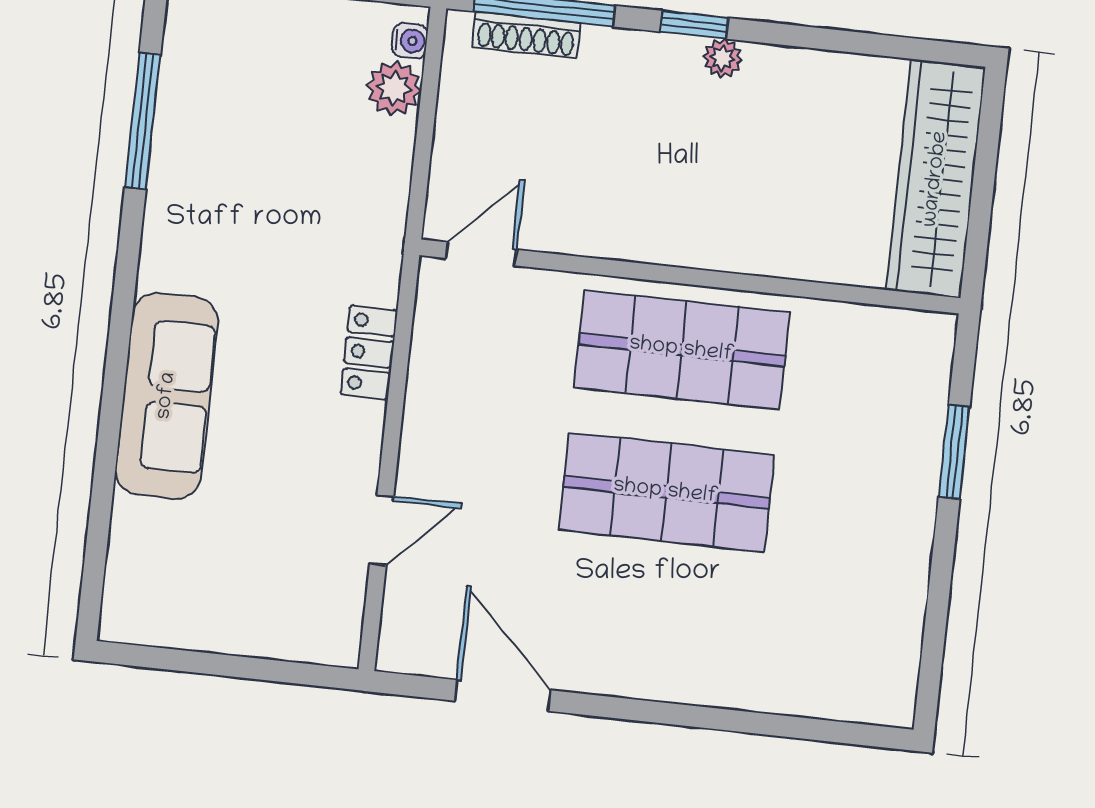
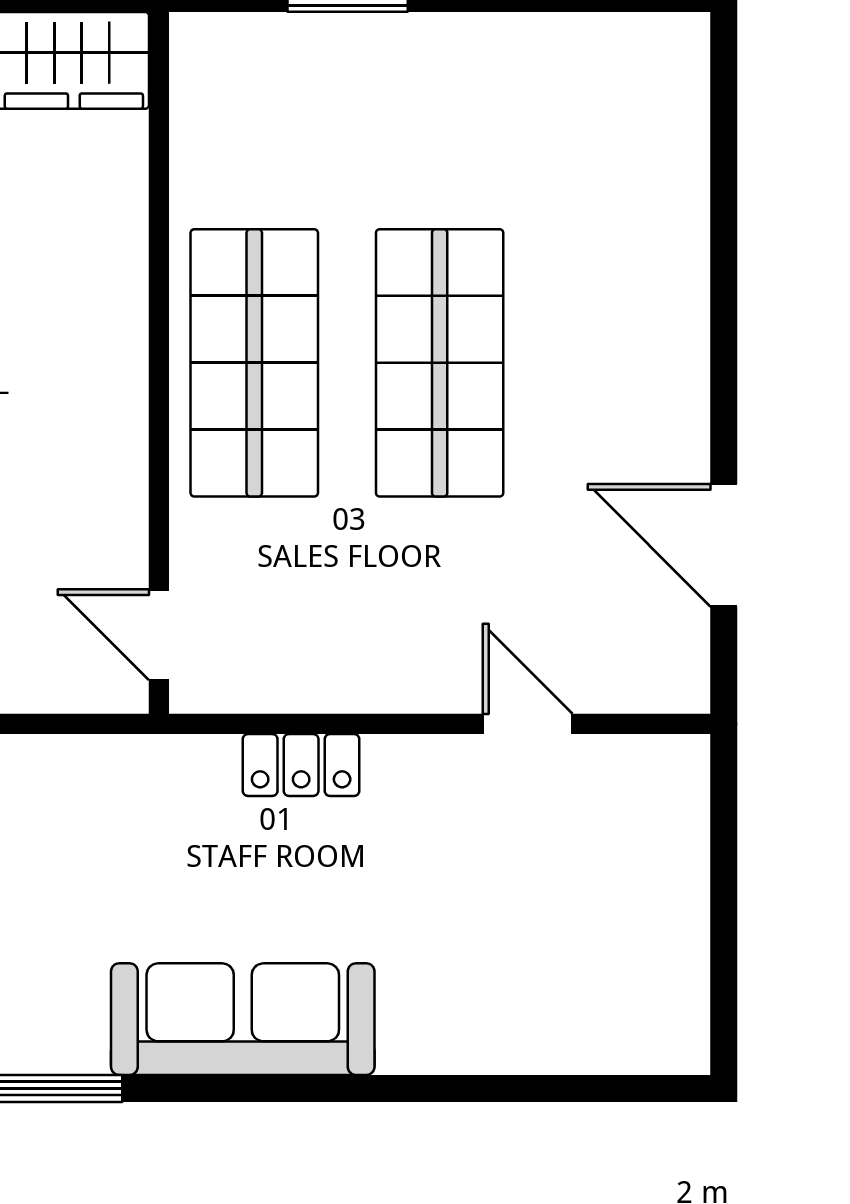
sofa: (167, 396) -> (243, 1019), moved
door: (503, 696) -> (724, 545), hinge flipped

